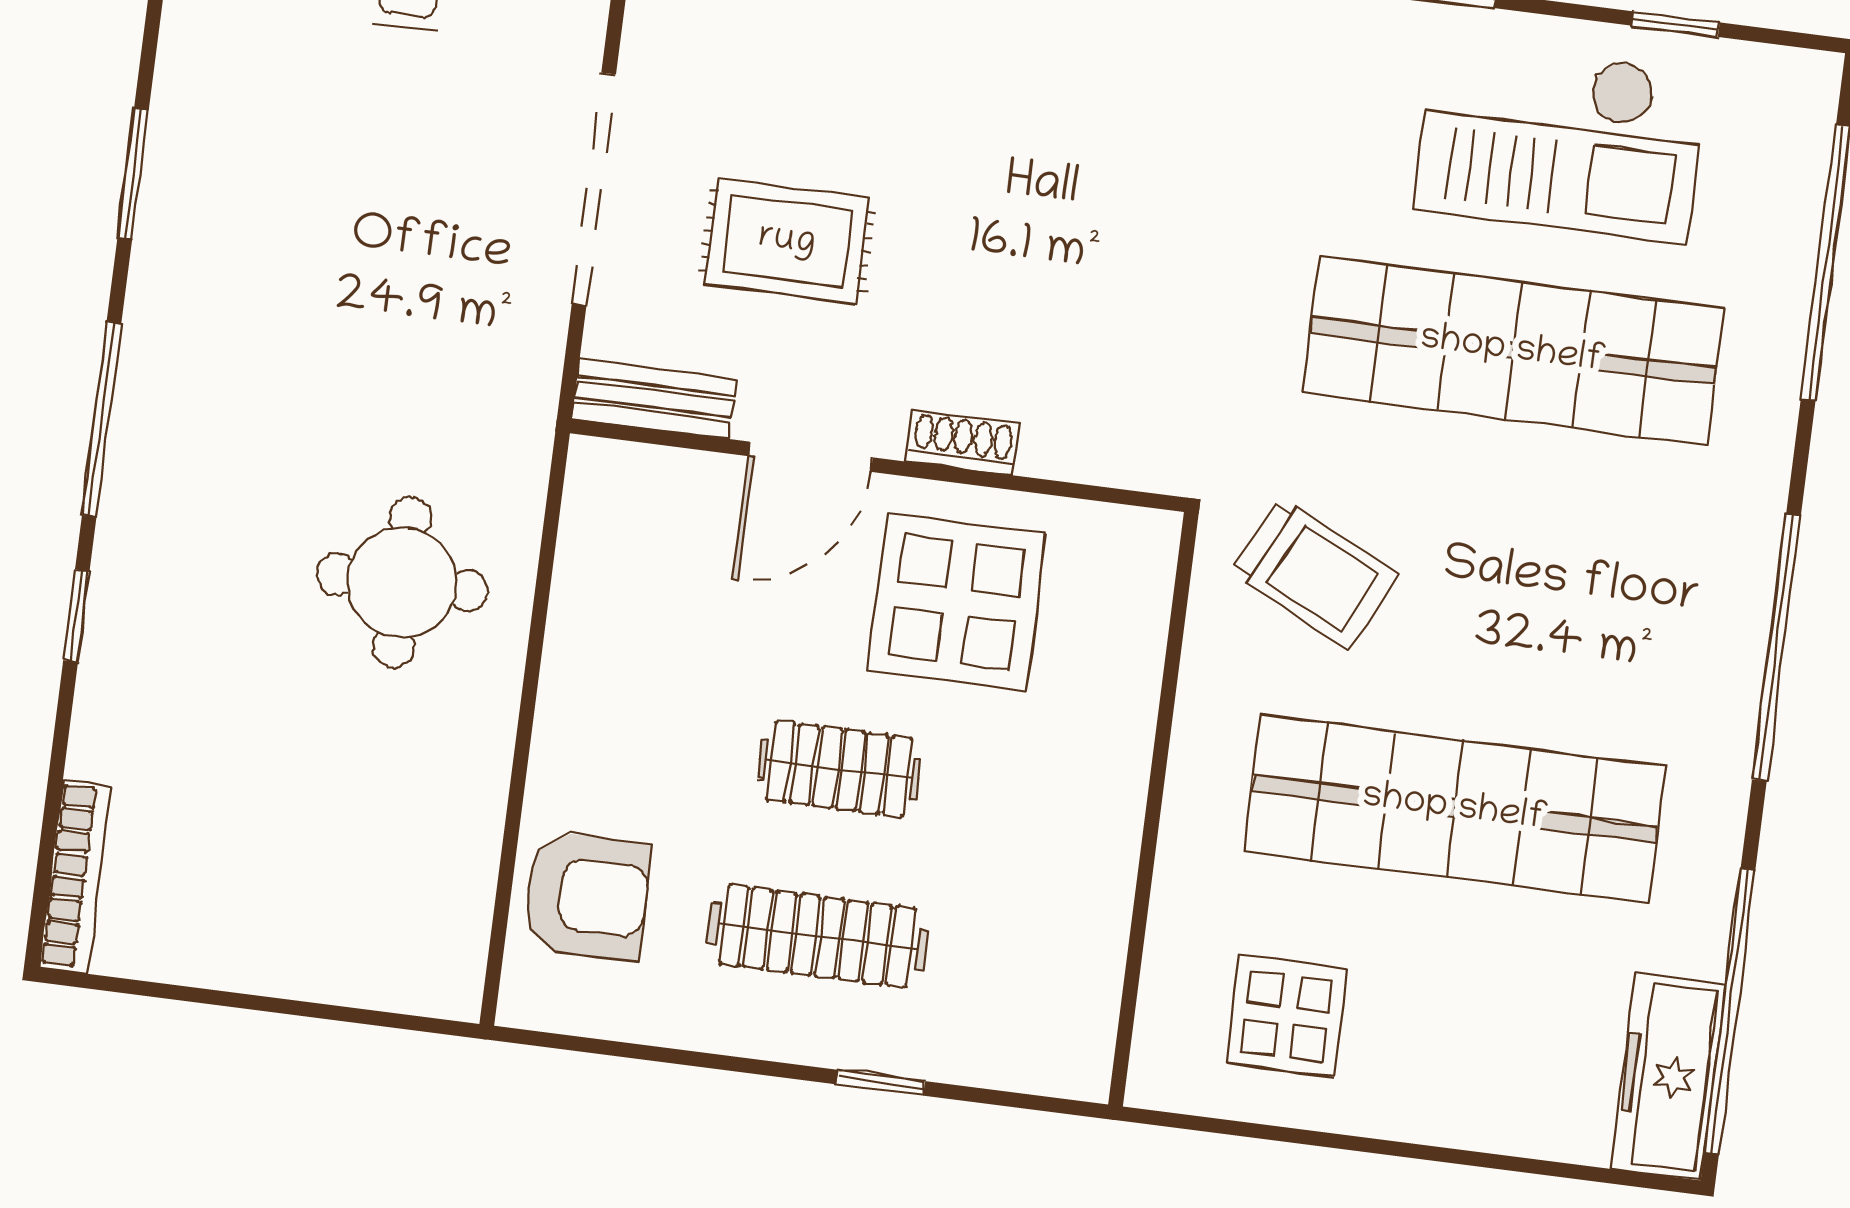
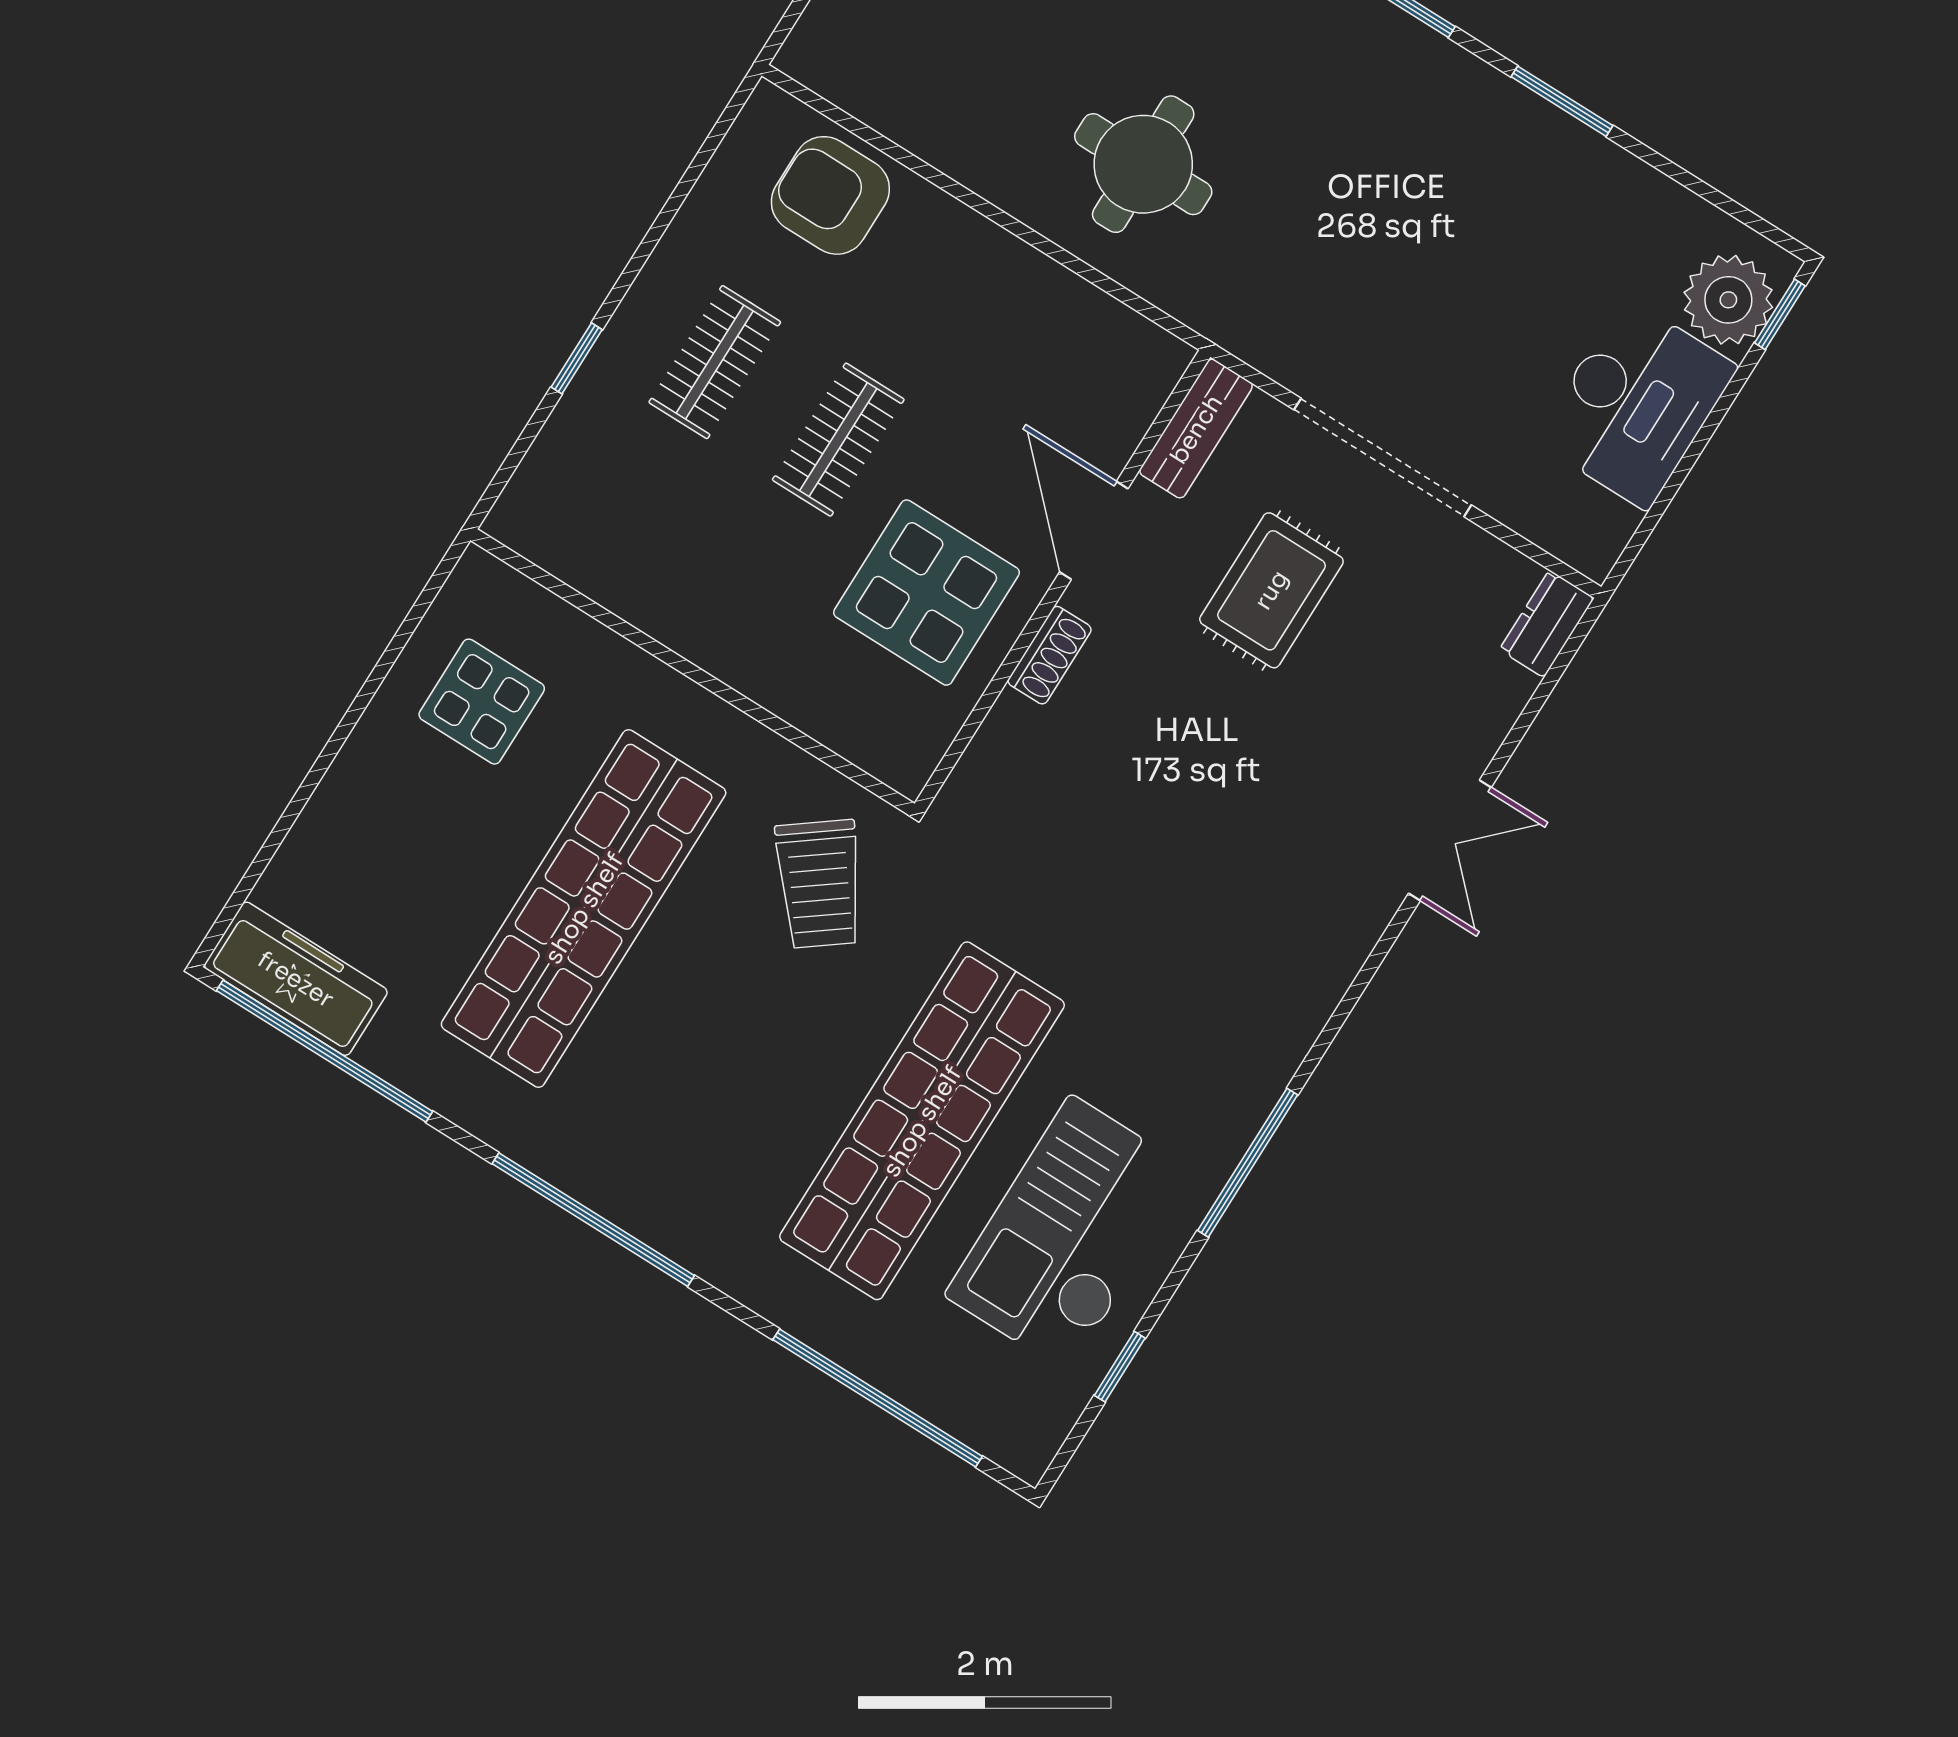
trolley: (1314, 573) -> (819, 884), turned -63
armchair: (587, 896) -> (830, 195), turned 90
clothes rail: (818, 936) -> (715, 362), width x0.73

